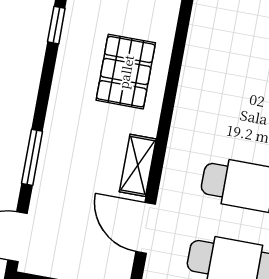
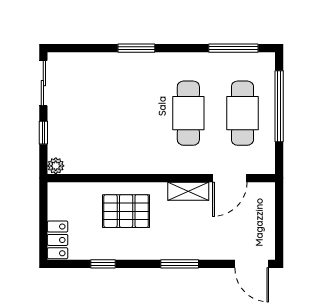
window: (32, 157) -> (180, 264), moved

